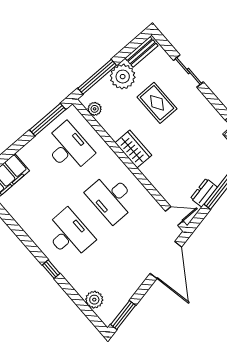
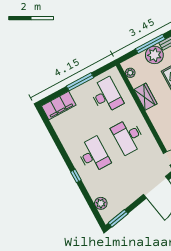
window: (97, 77) -> (150, 44), moved
window: (48, 120) -> (80, 82), moved
wardrobe: (133, 149) -> (145, 97), moved

